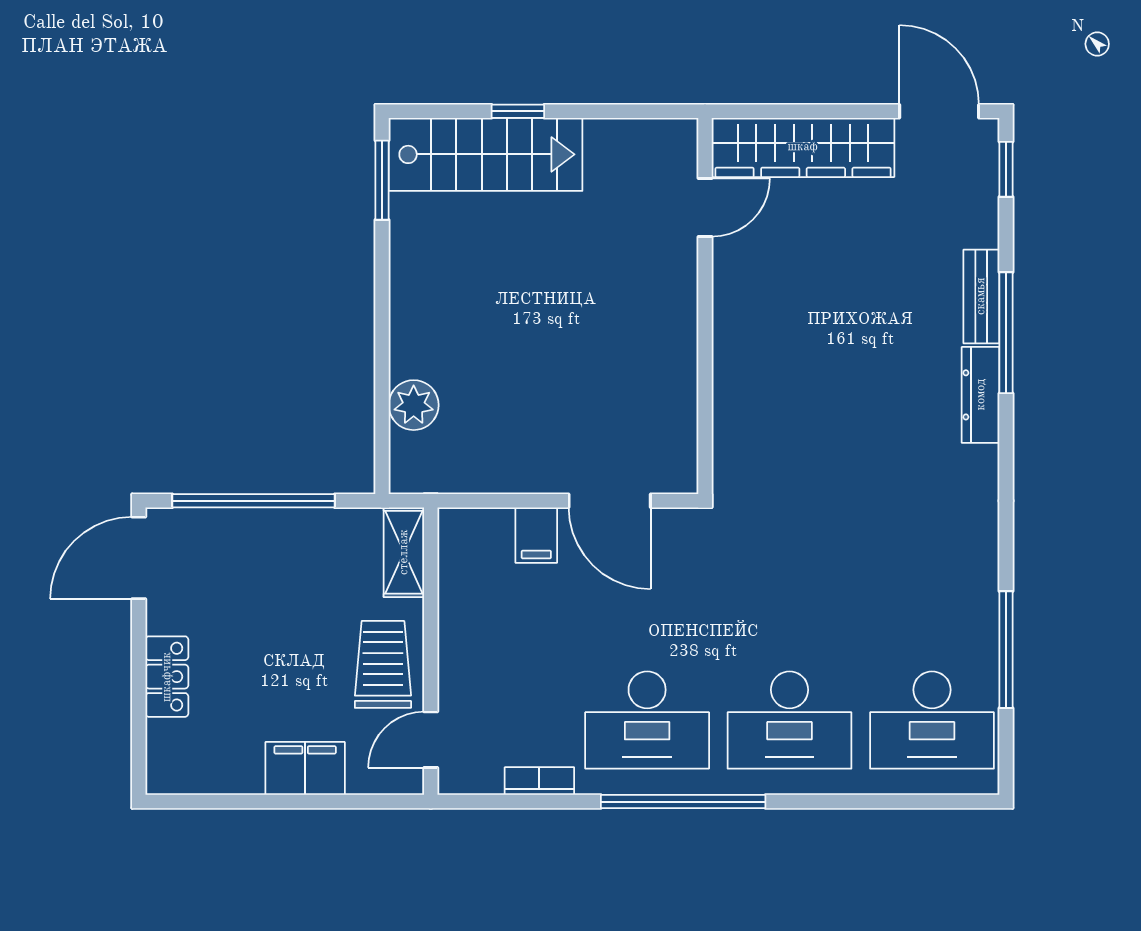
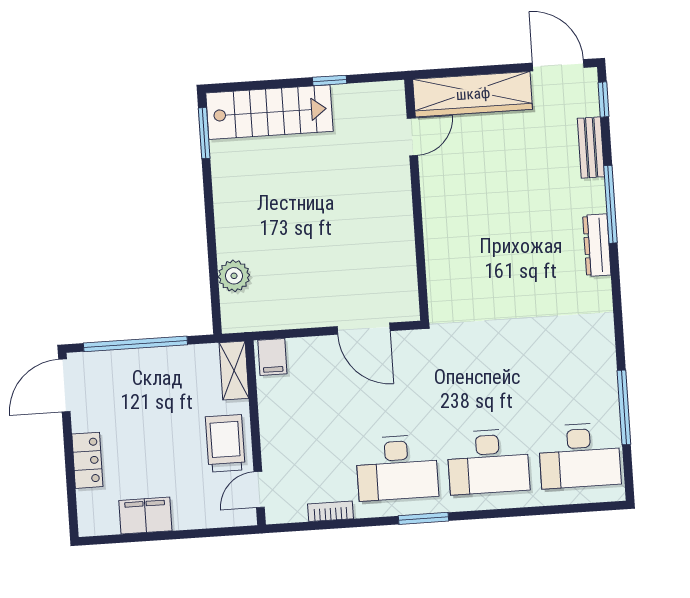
window: (518, 111) -> (330, 80), moved
bench: (981, 296) -> (591, 148), moved
filing cabinet: (536, 535) -> (272, 357), moved
filing cabinet: (305, 768) -> (145, 516), moved
window: (683, 802) -> (424, 518), width x0.47

